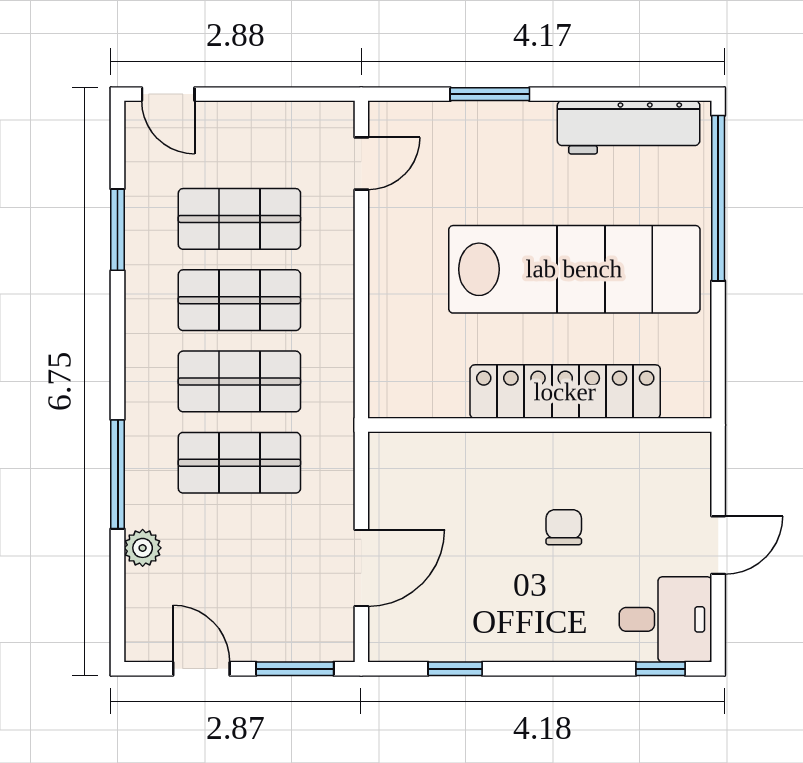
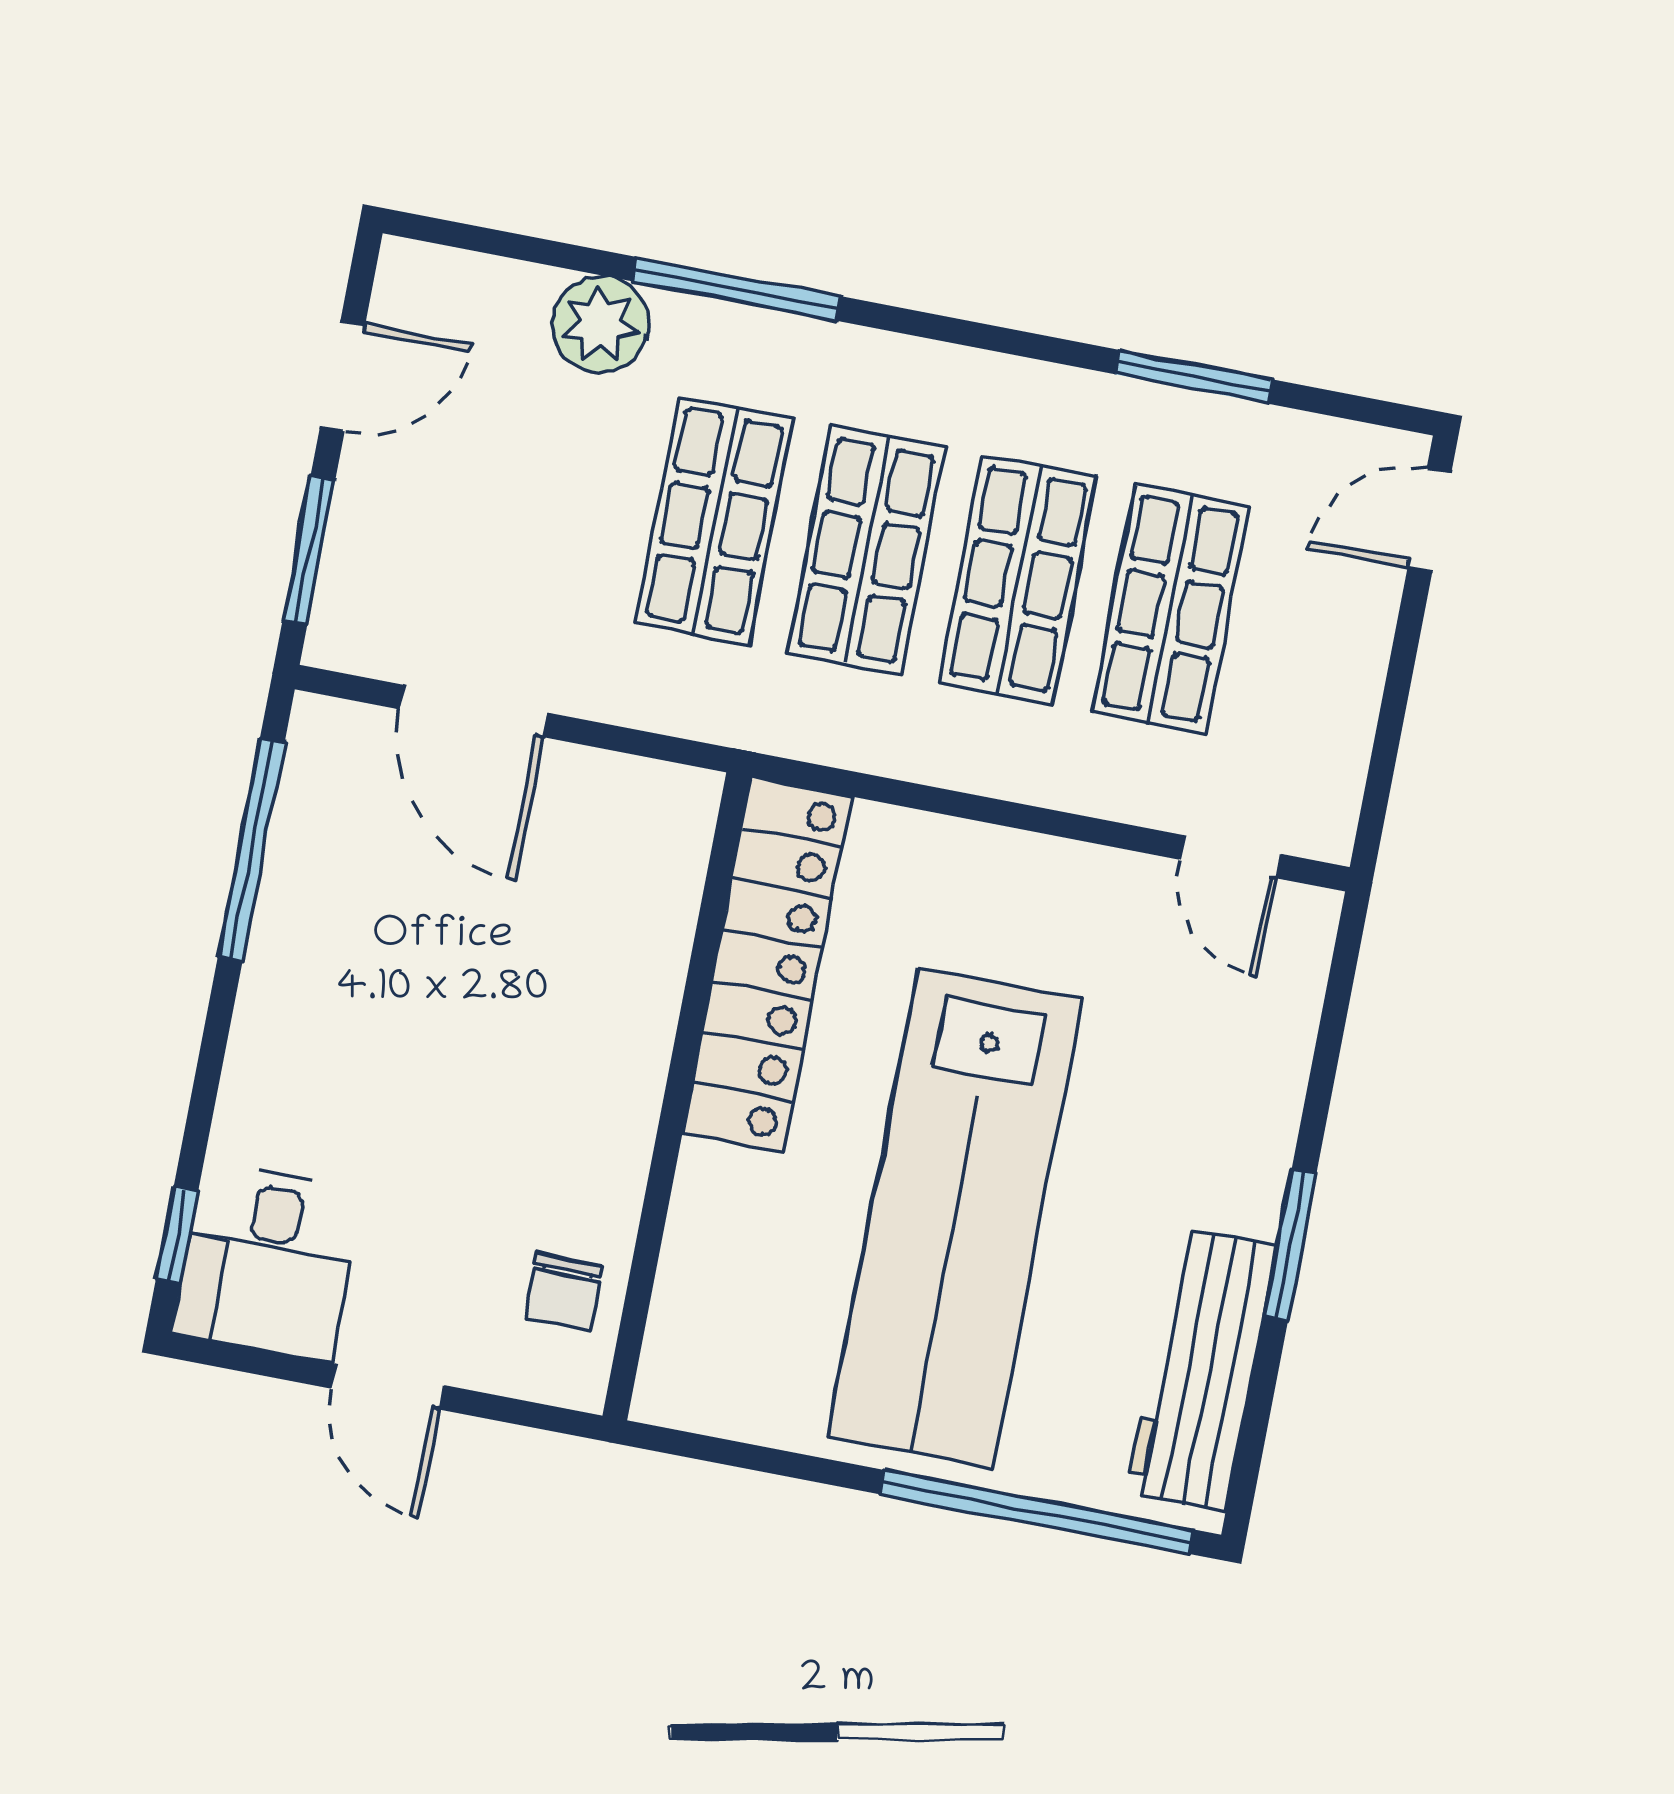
window: (490, 94) -> (1290, 1245), moved
locker: (565, 392) -> (767, 965), moved
chair: (564, 527) -> (563, 1292), moved, turned 90
plant: (143, 548) -> (600, 325), width x1.38, depth x1.38
window: (455, 669) -> (251, 850), width x2.17

